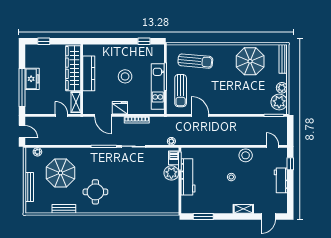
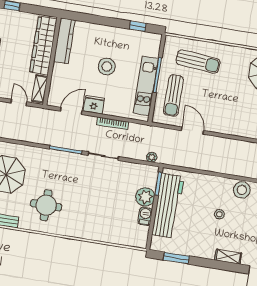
kitchen counter: (89, 73) -> (64, 41), moved
door: (103, 115) -> (71, 111), swing flipped
barbecue: (174, 158) -> (145, 216), moved
workbench: (188, 177) -> (168, 206), width x1.36, depth x1.32

